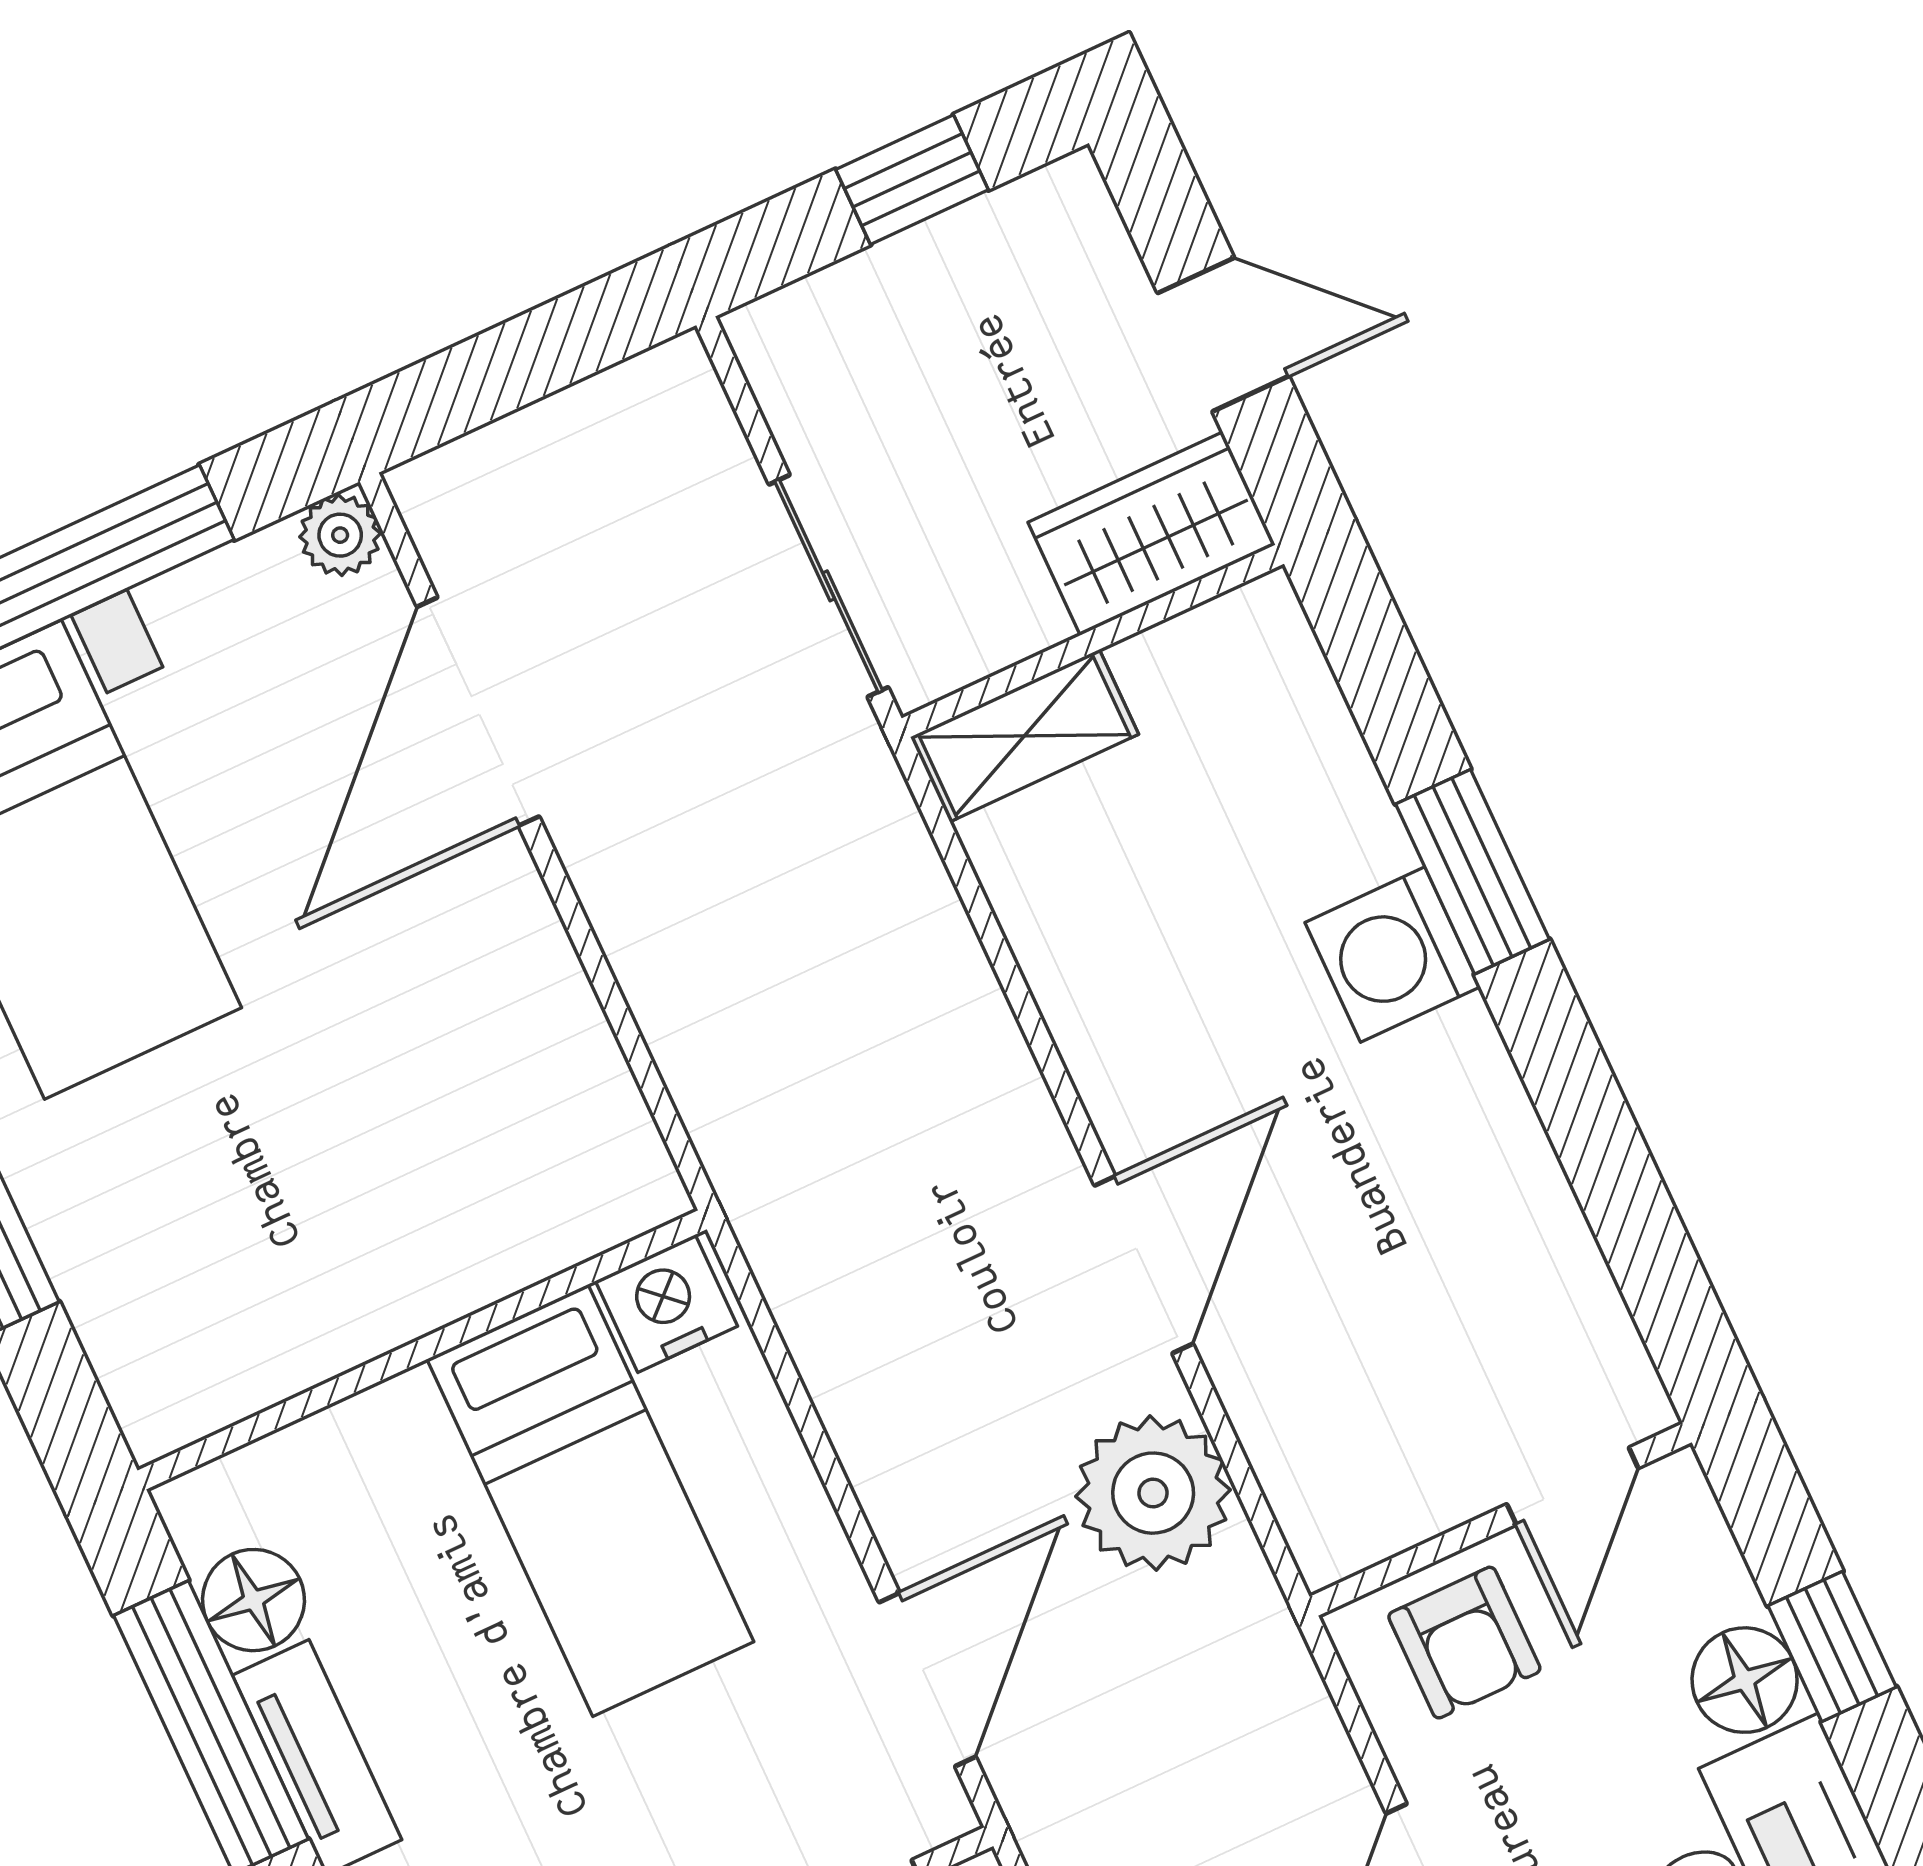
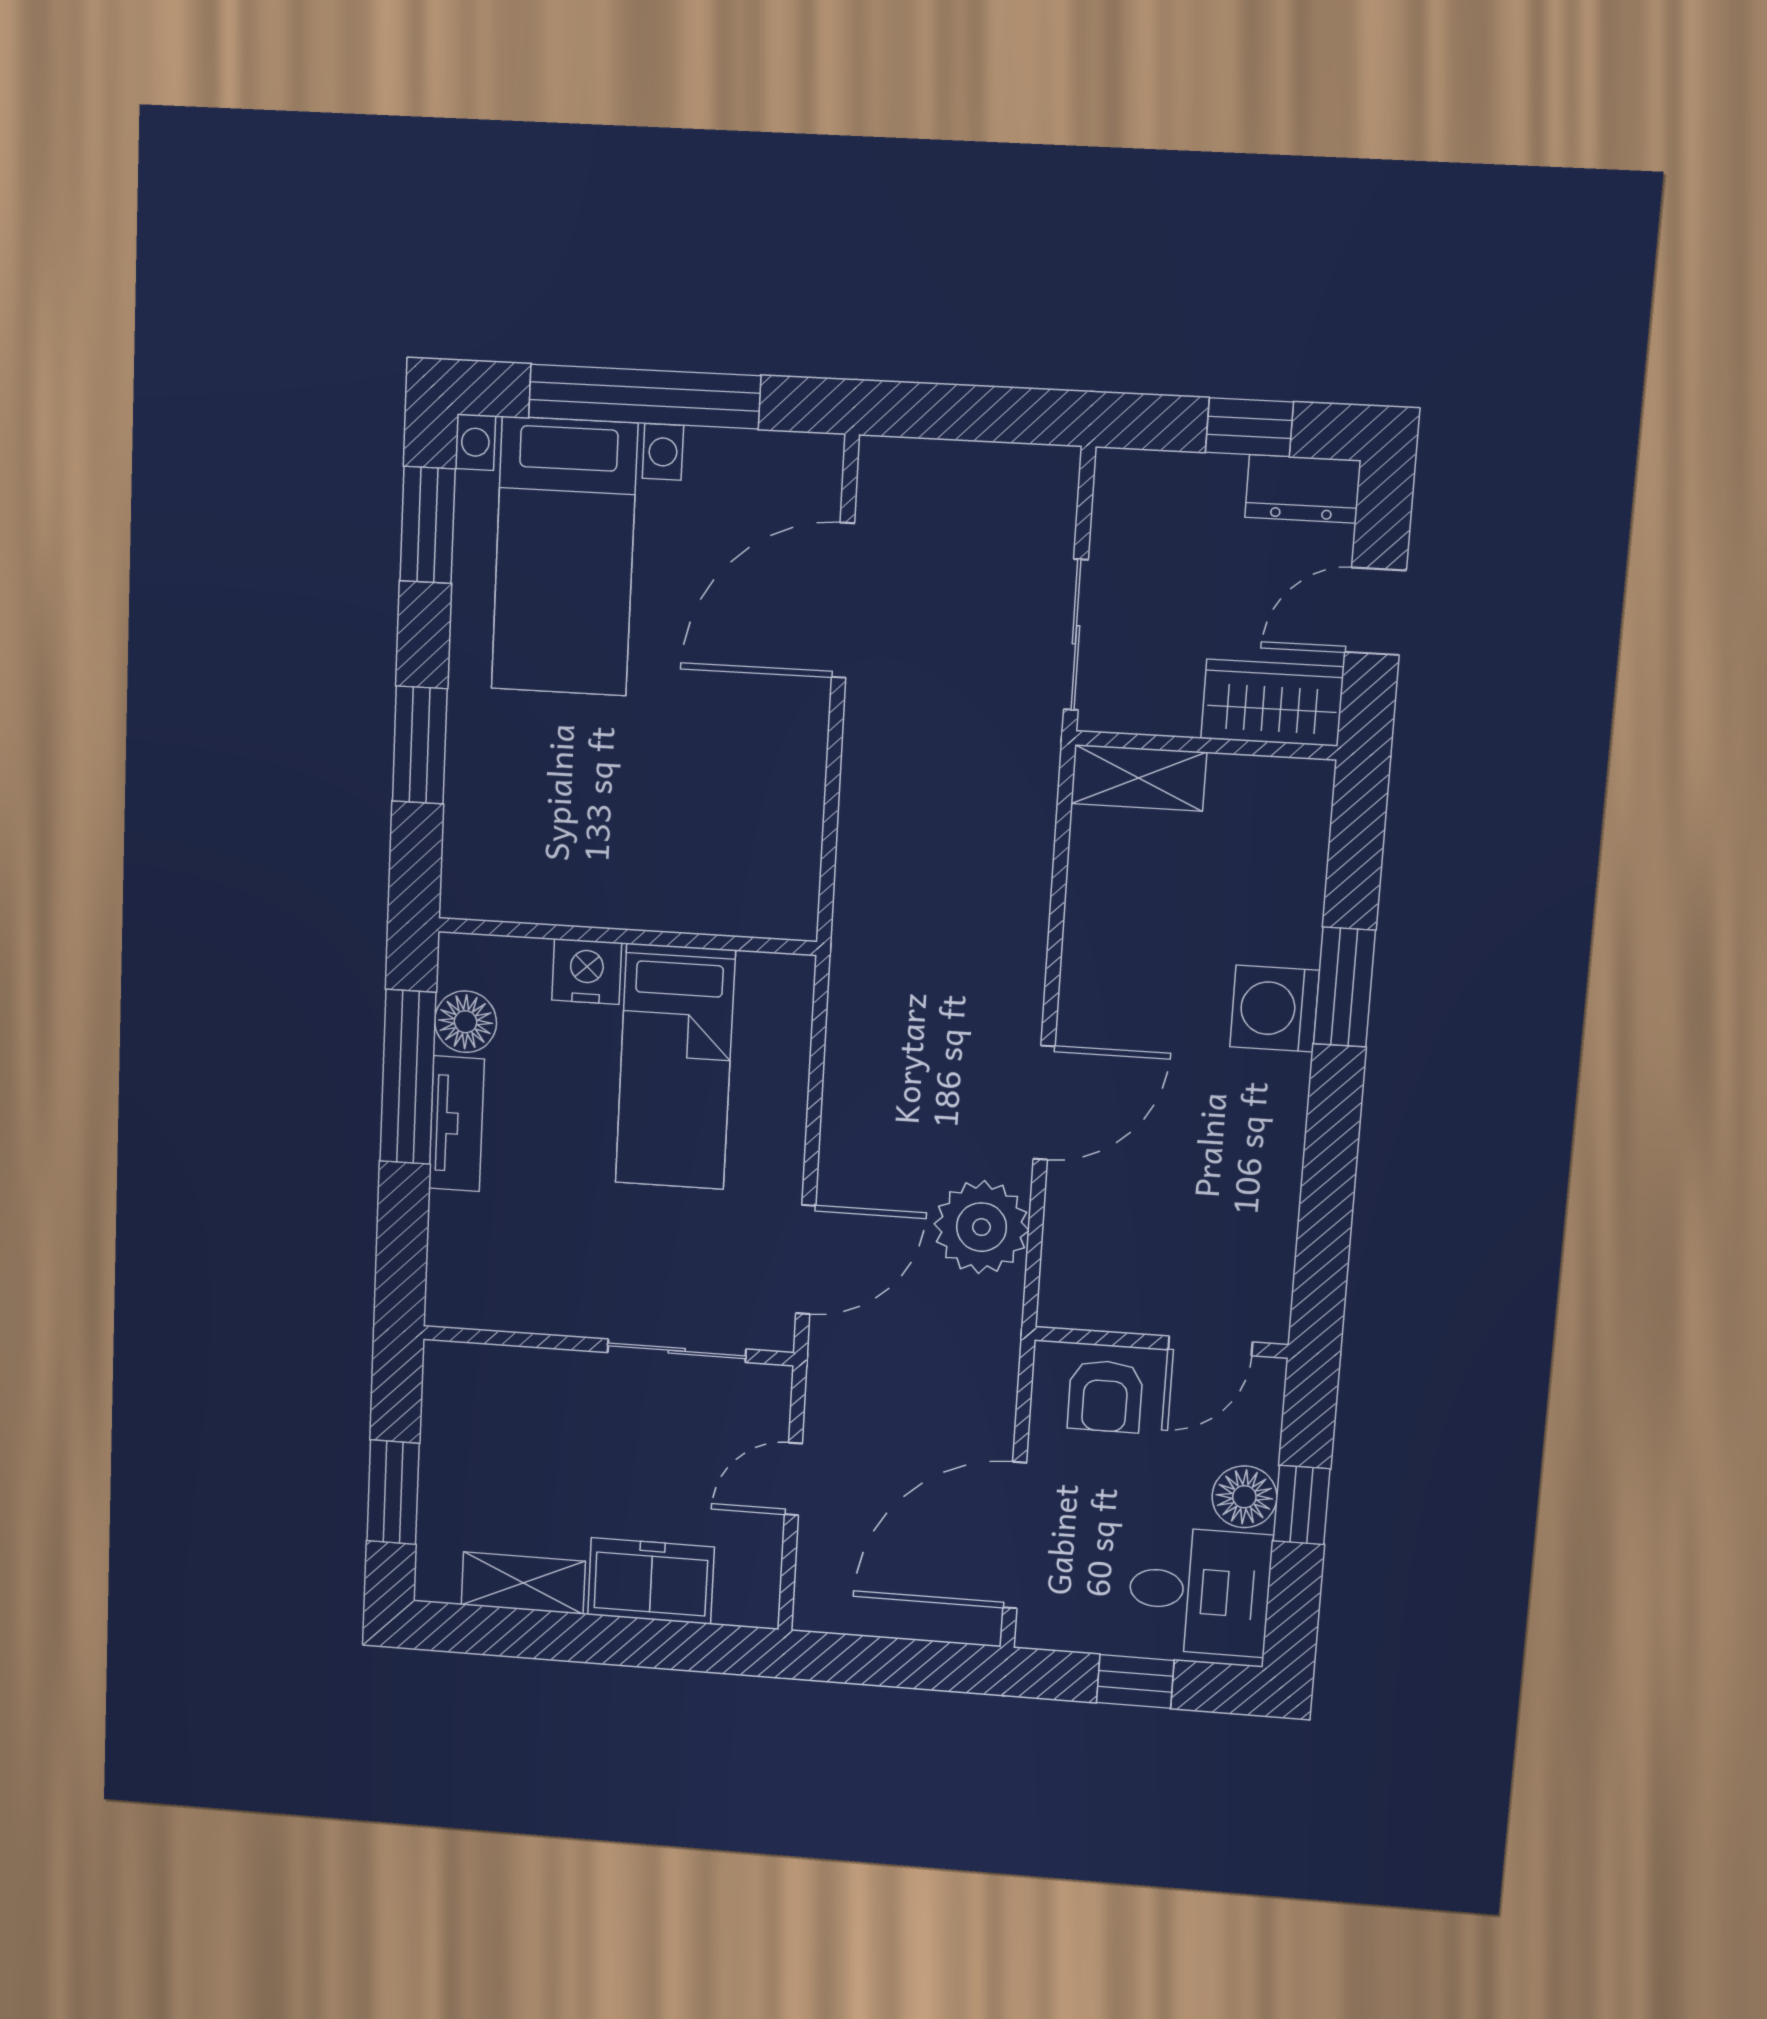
dresser: (1031, 223) -> (1303, 489), added
door: (1223, 335) -> (1375, 611), swing flipped
plant: (340, 535) -> (819, 458), removed
nightstand: (666, 1304) -> (587, 971), moved

